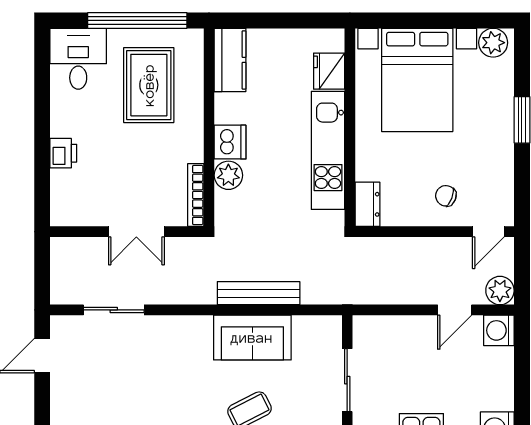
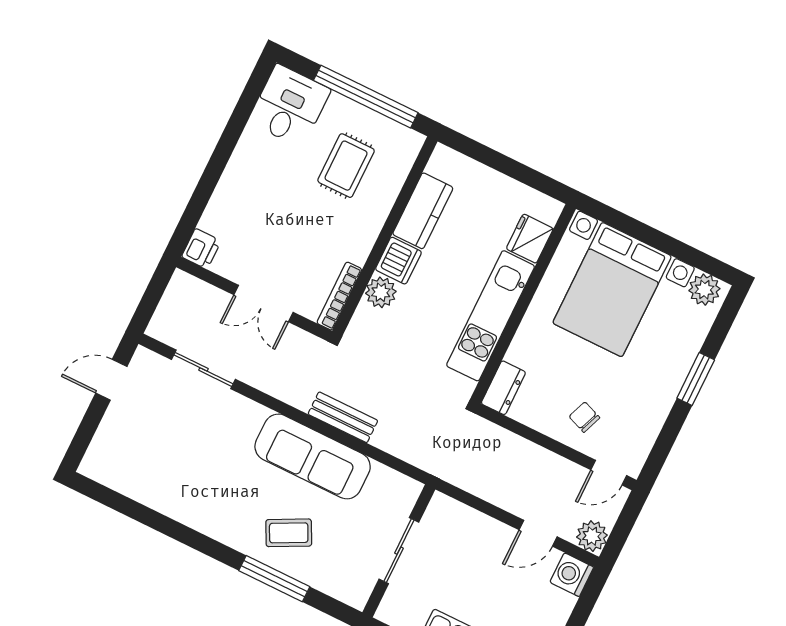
kitchen counter: (230, 60) -> (423, 211), moved
rug: (149, 85) -> (346, 166), width x0.73, depth x0.70
printer: (63, 153) -> (201, 249), moved
bench: (259, 293) -> (343, 417), width x0.73
sofa: (252, 338) -> (313, 456), width x1.36

